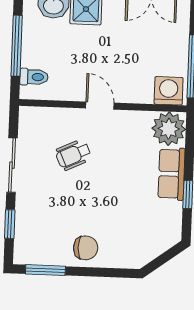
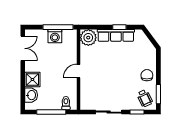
washing machine: (169, 91) -> (55, 36), moved, turned -90
wheelchair: (73, 155) -> (145, 98), moved
row of seats: (171, 174) -> (116, 35), width x1.48

